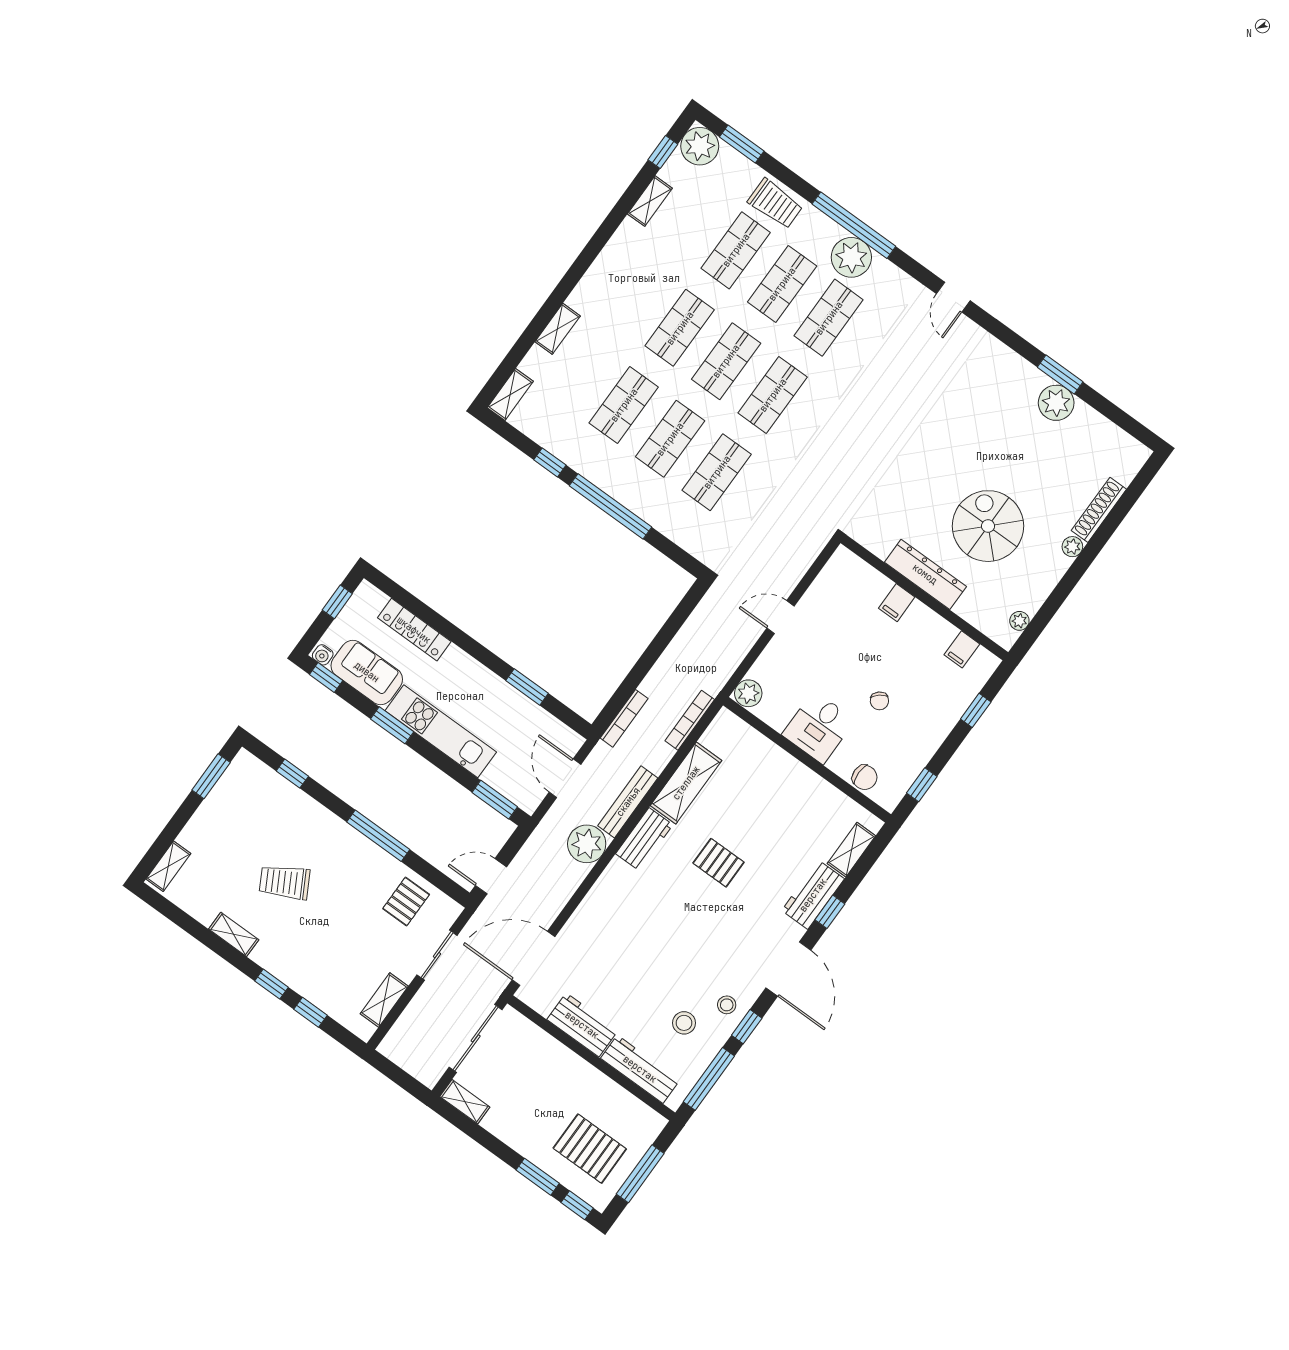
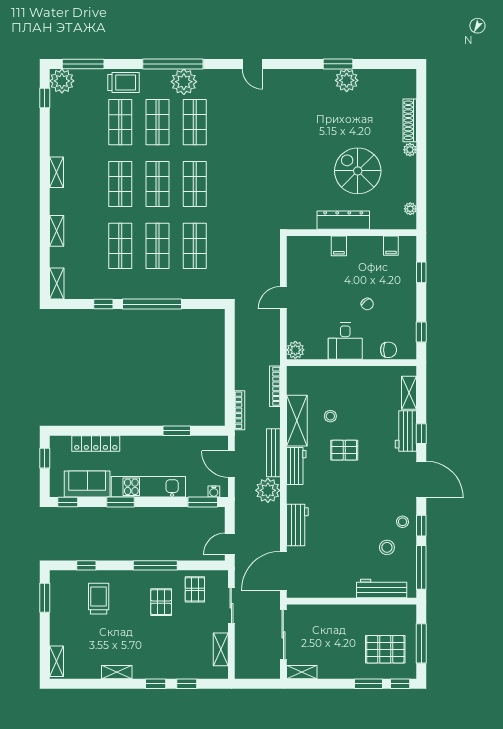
window: (742, 144) -> (83, 64), width x1.44
shelving: (650, 201) -> (57, 172), moved
water cooler: (323, 655) -> (214, 491), moved
stool: (732, 808) -> (330, 416), added
trolley: (285, 882) -> (99, 599), moved, turned 119
pallet: (352, 887) -> (161, 602), added
workbench: (582, 1025) -> (297, 525), moved, turned 90

